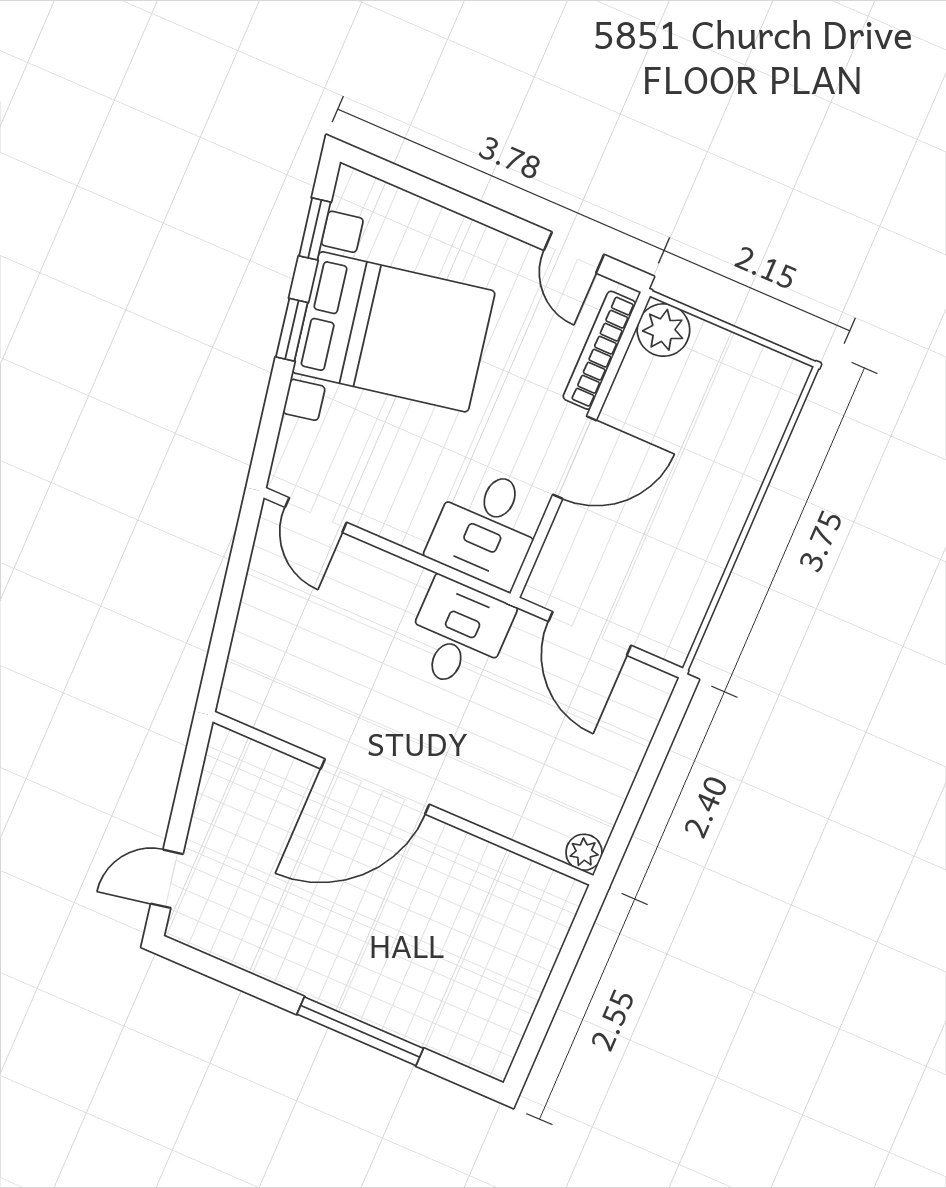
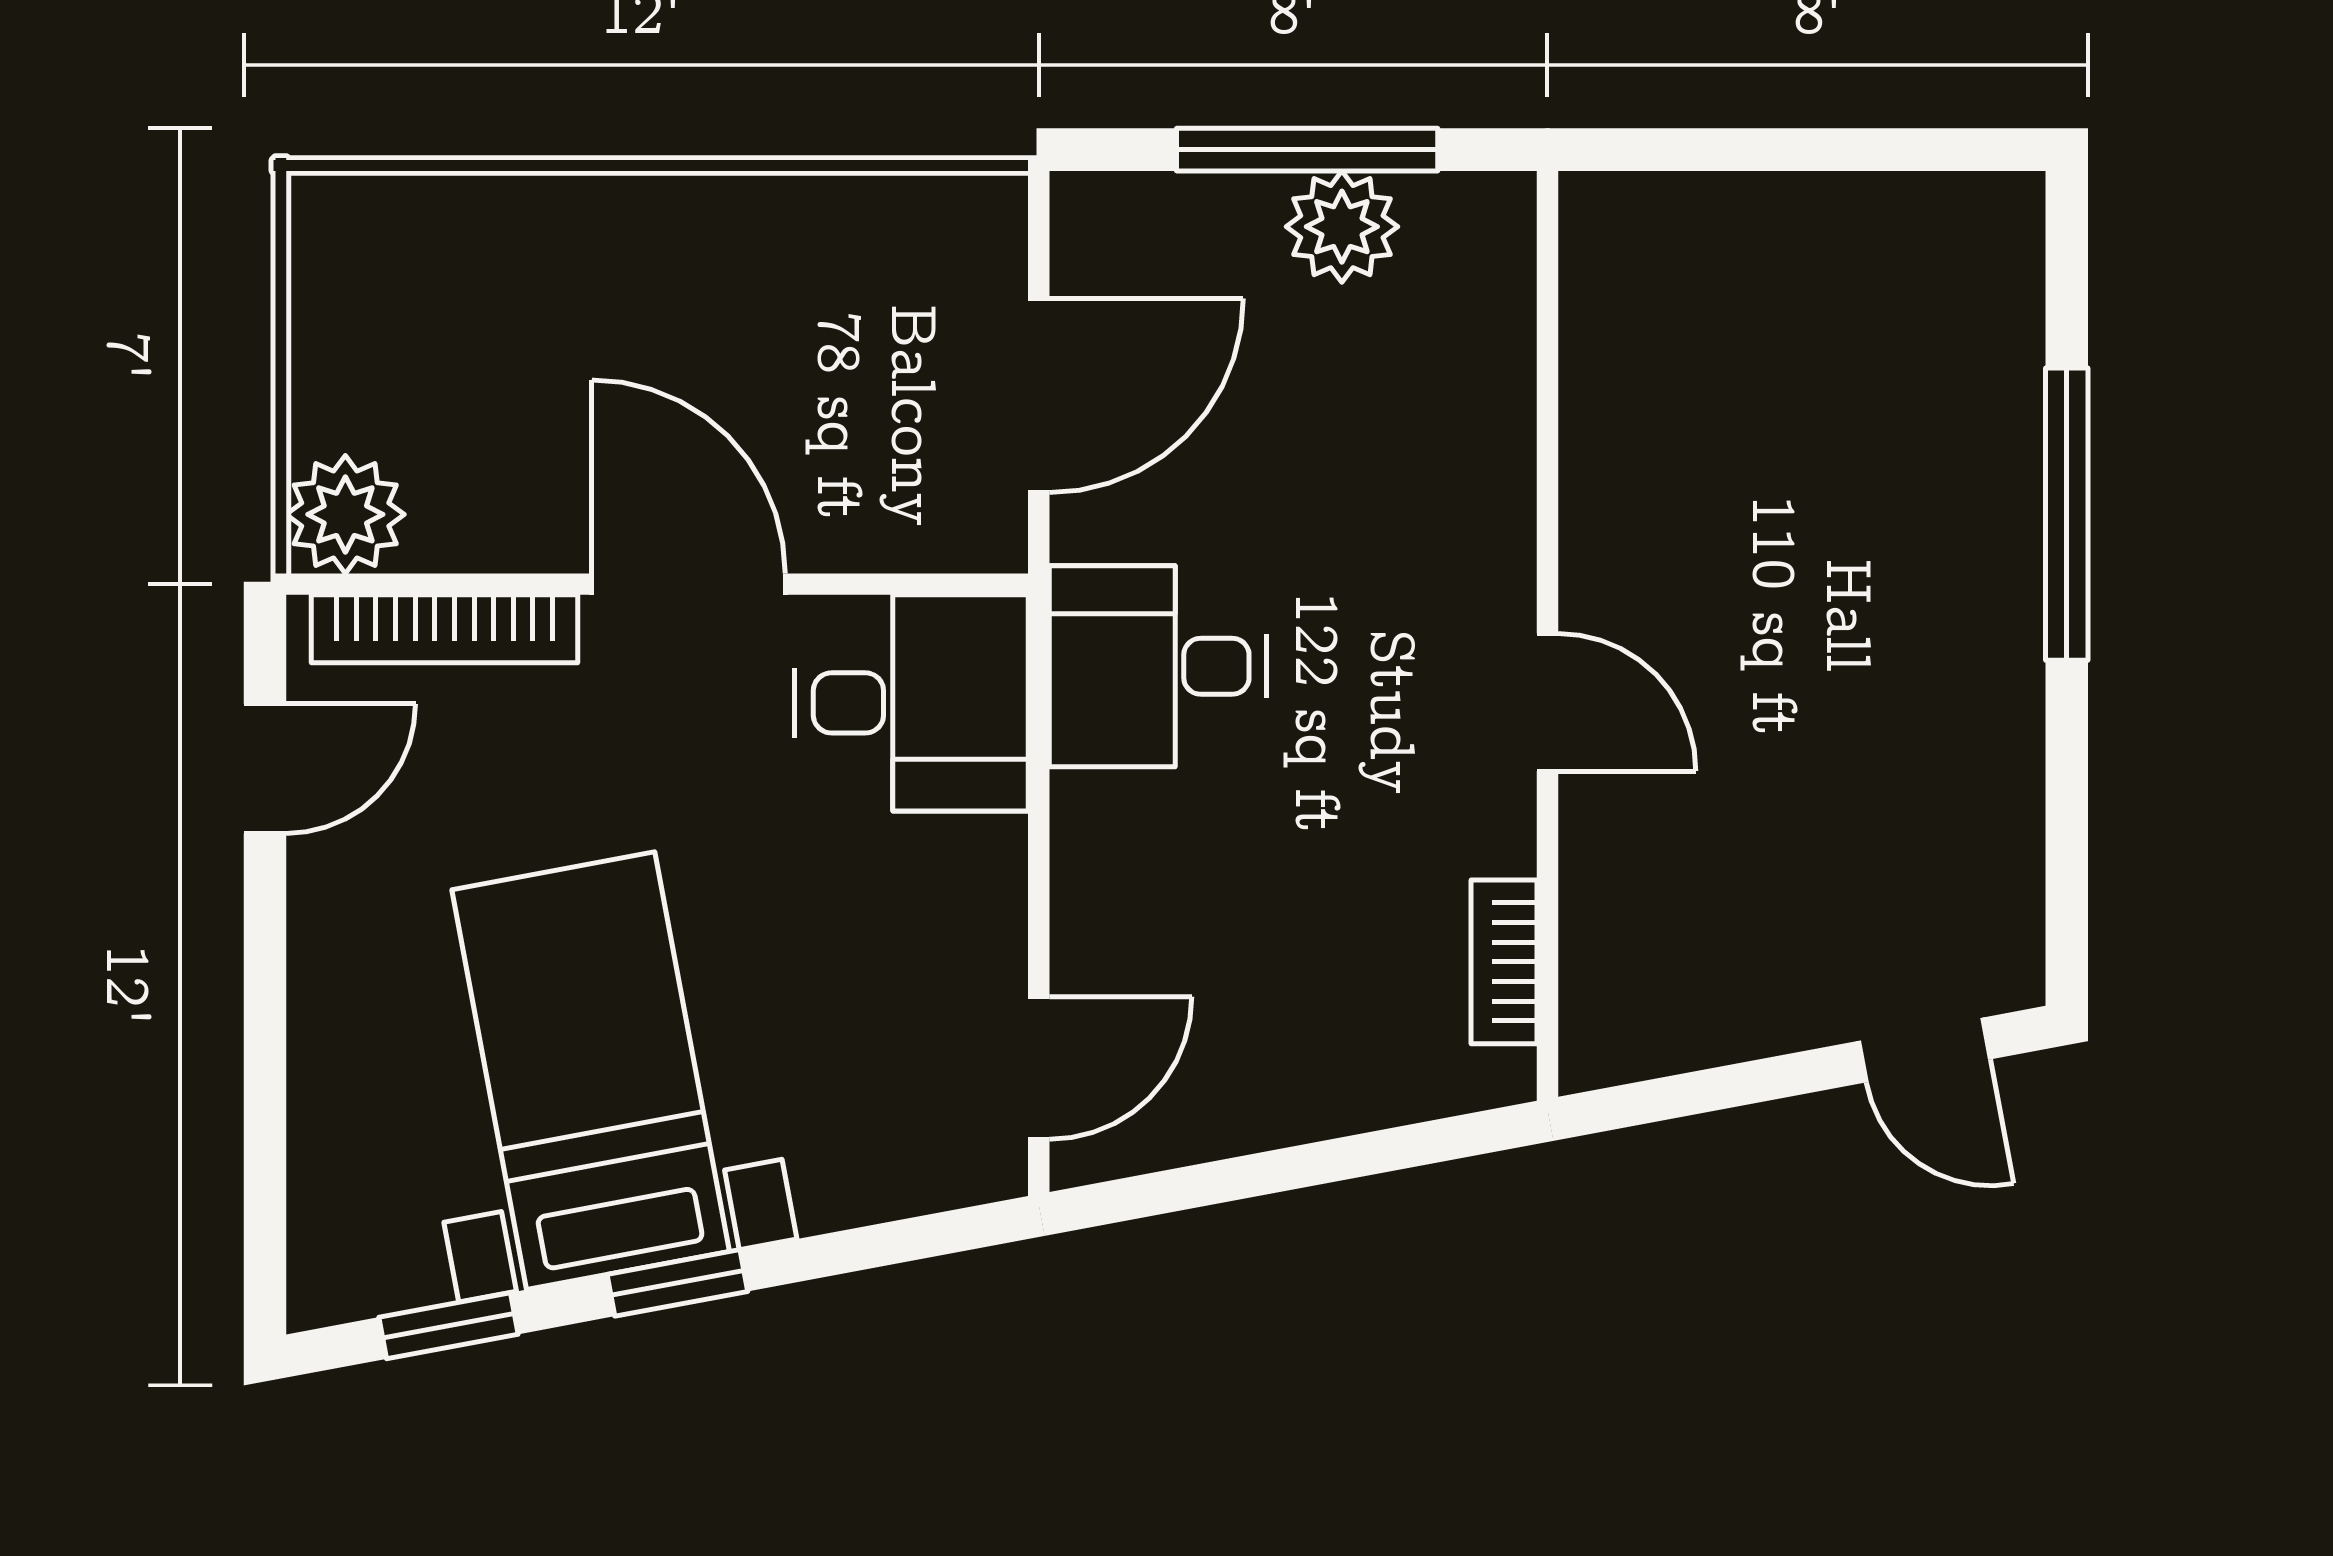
bed with nightstands: (394, 332) -> (591, 1071), width x0.73
bookcase: (277, 723) -> (1504, 962), added
window: (643, 786) -> (1307, 150), added
door: (375, 787) -> (1547, 702), width x0.53
plant: (584, 852) -> (1342, 227), moved, width x1.38, depth x1.38

